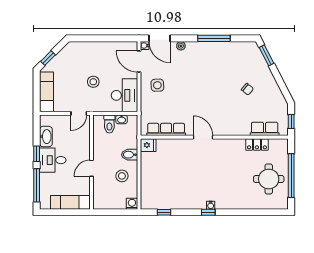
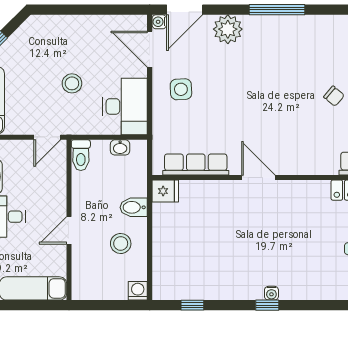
door: (160, 38) -> (185, 10), hinge flipped
plant: (181, 46) -> (228, 29), width x1.88, depth x1.88
toilet: (109, 124) -> (81, 155), moved

